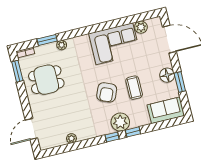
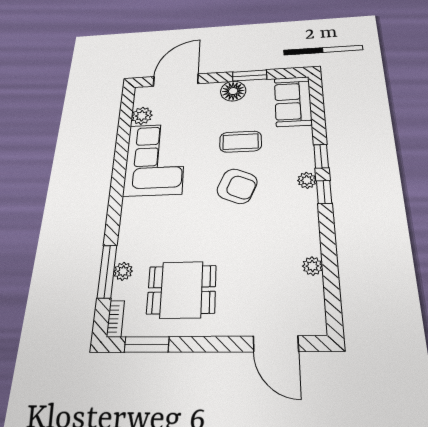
window: (47, 40) -> (107, 271), width x1.44
plant: (62, 45) -> (123, 271), moved
dining table: (46, 80) -> (182, 290), turned 90
plant: (120, 122) -> (307, 180), width x0.53, depth x0.53

